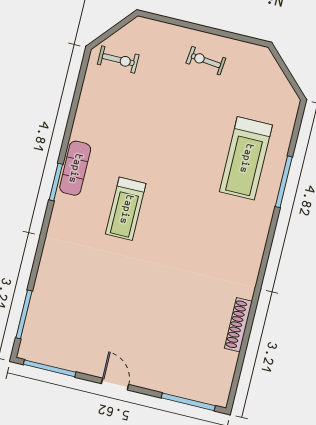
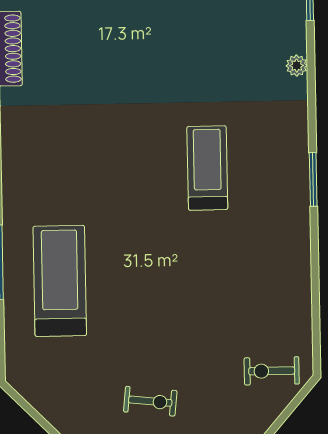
exercise mat: (75, 168) -> (292, 206), removed
plant: (47, 262) -> (297, 66), added

